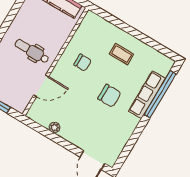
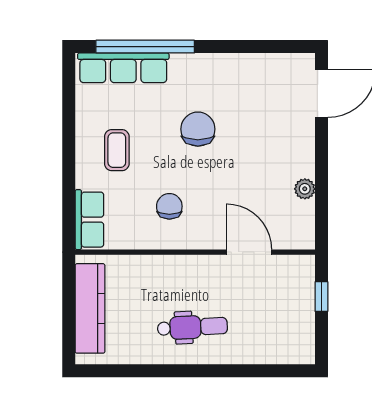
row of seats: (98, 23) -> (89, 220), added
dental chair: (32, 51) -> (192, 327), moved, turned -93
row of seats: (147, 95) -> (123, 68), moved

